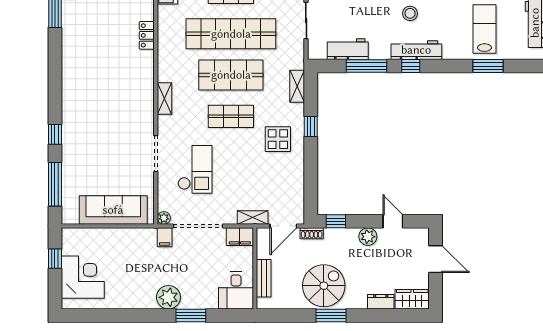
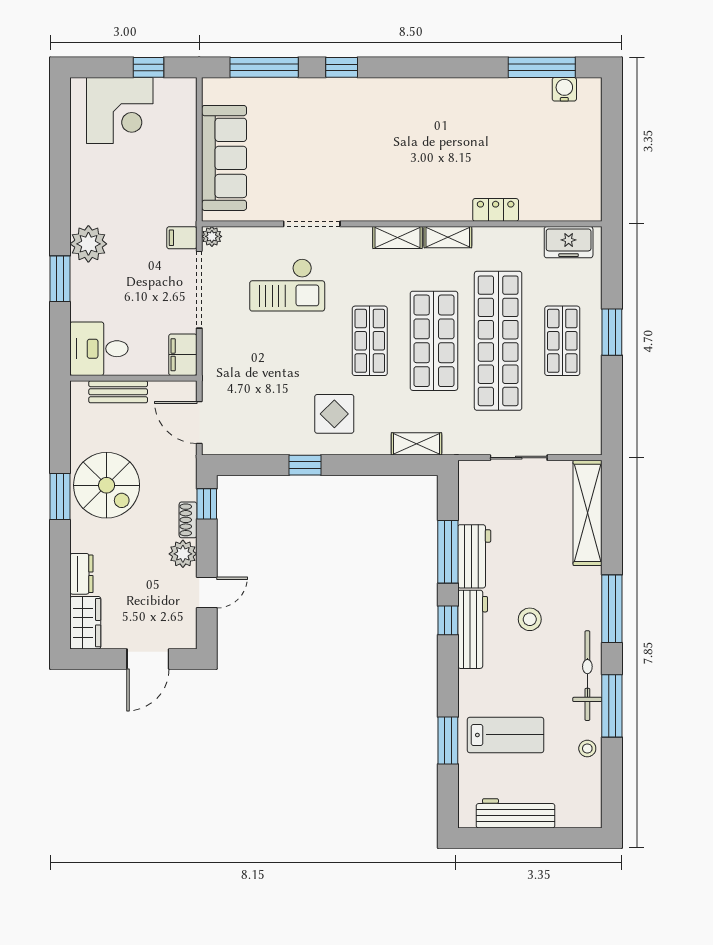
workbench: (348, 49) -> (474, 556), moved
window: (311, 127) -> (305, 465), moved
shelving: (253, 218) -> (448, 237), moved, turned 90
shoe rack: (312, 233) -> (188, 520), moved

